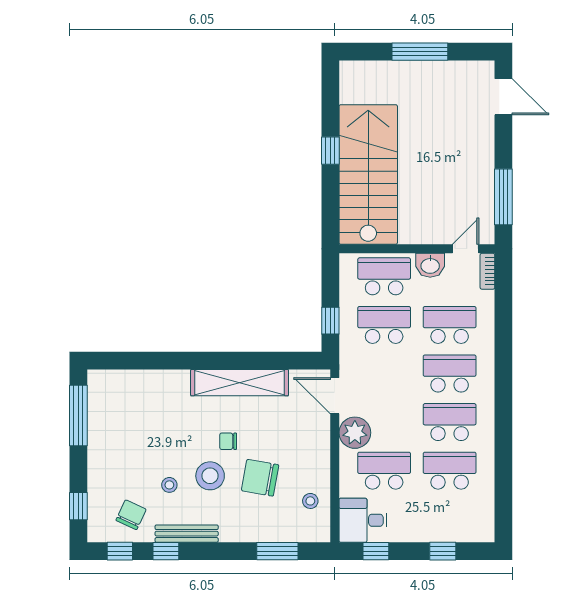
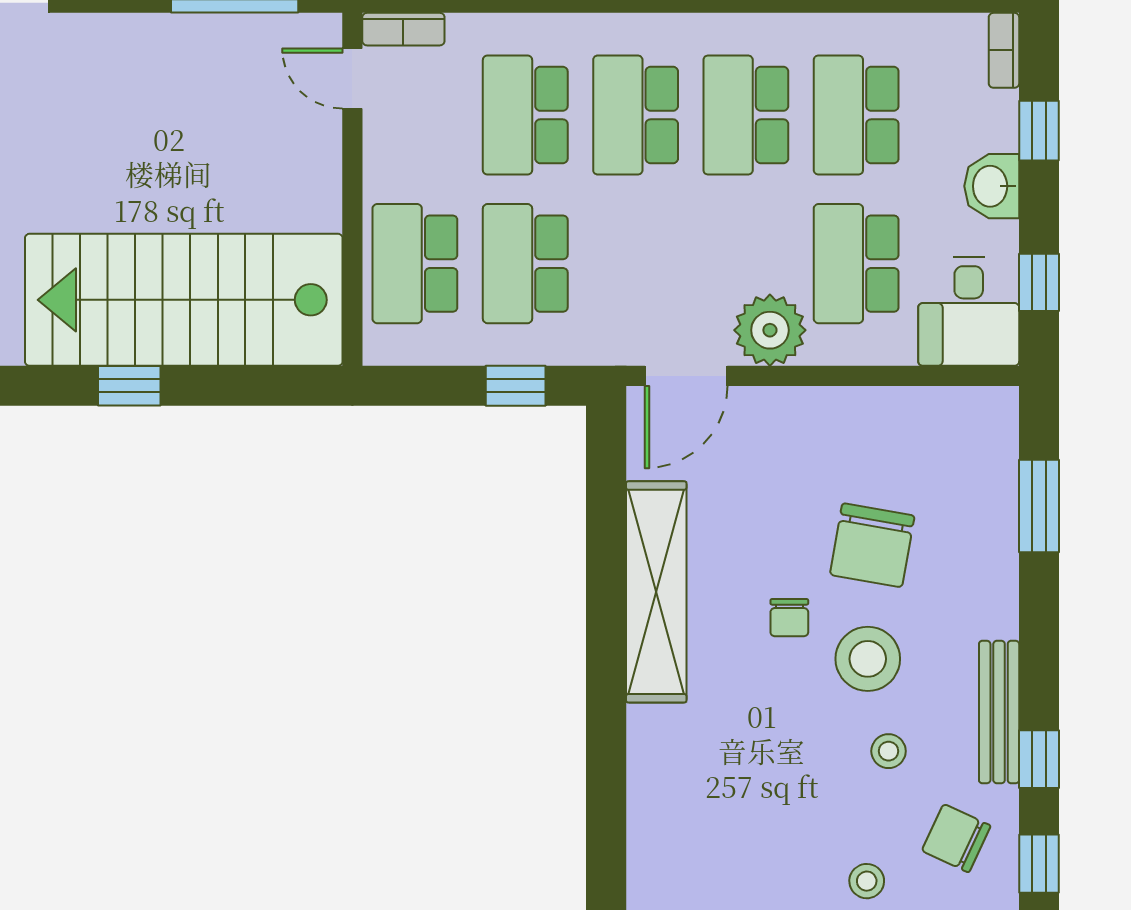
washbasin: (430, 265) -> (992, 186), moved, turned 180
stool: (310, 501) -> (867, 881), moved
bookcase: (478, 536) -> (1004, 50), added

